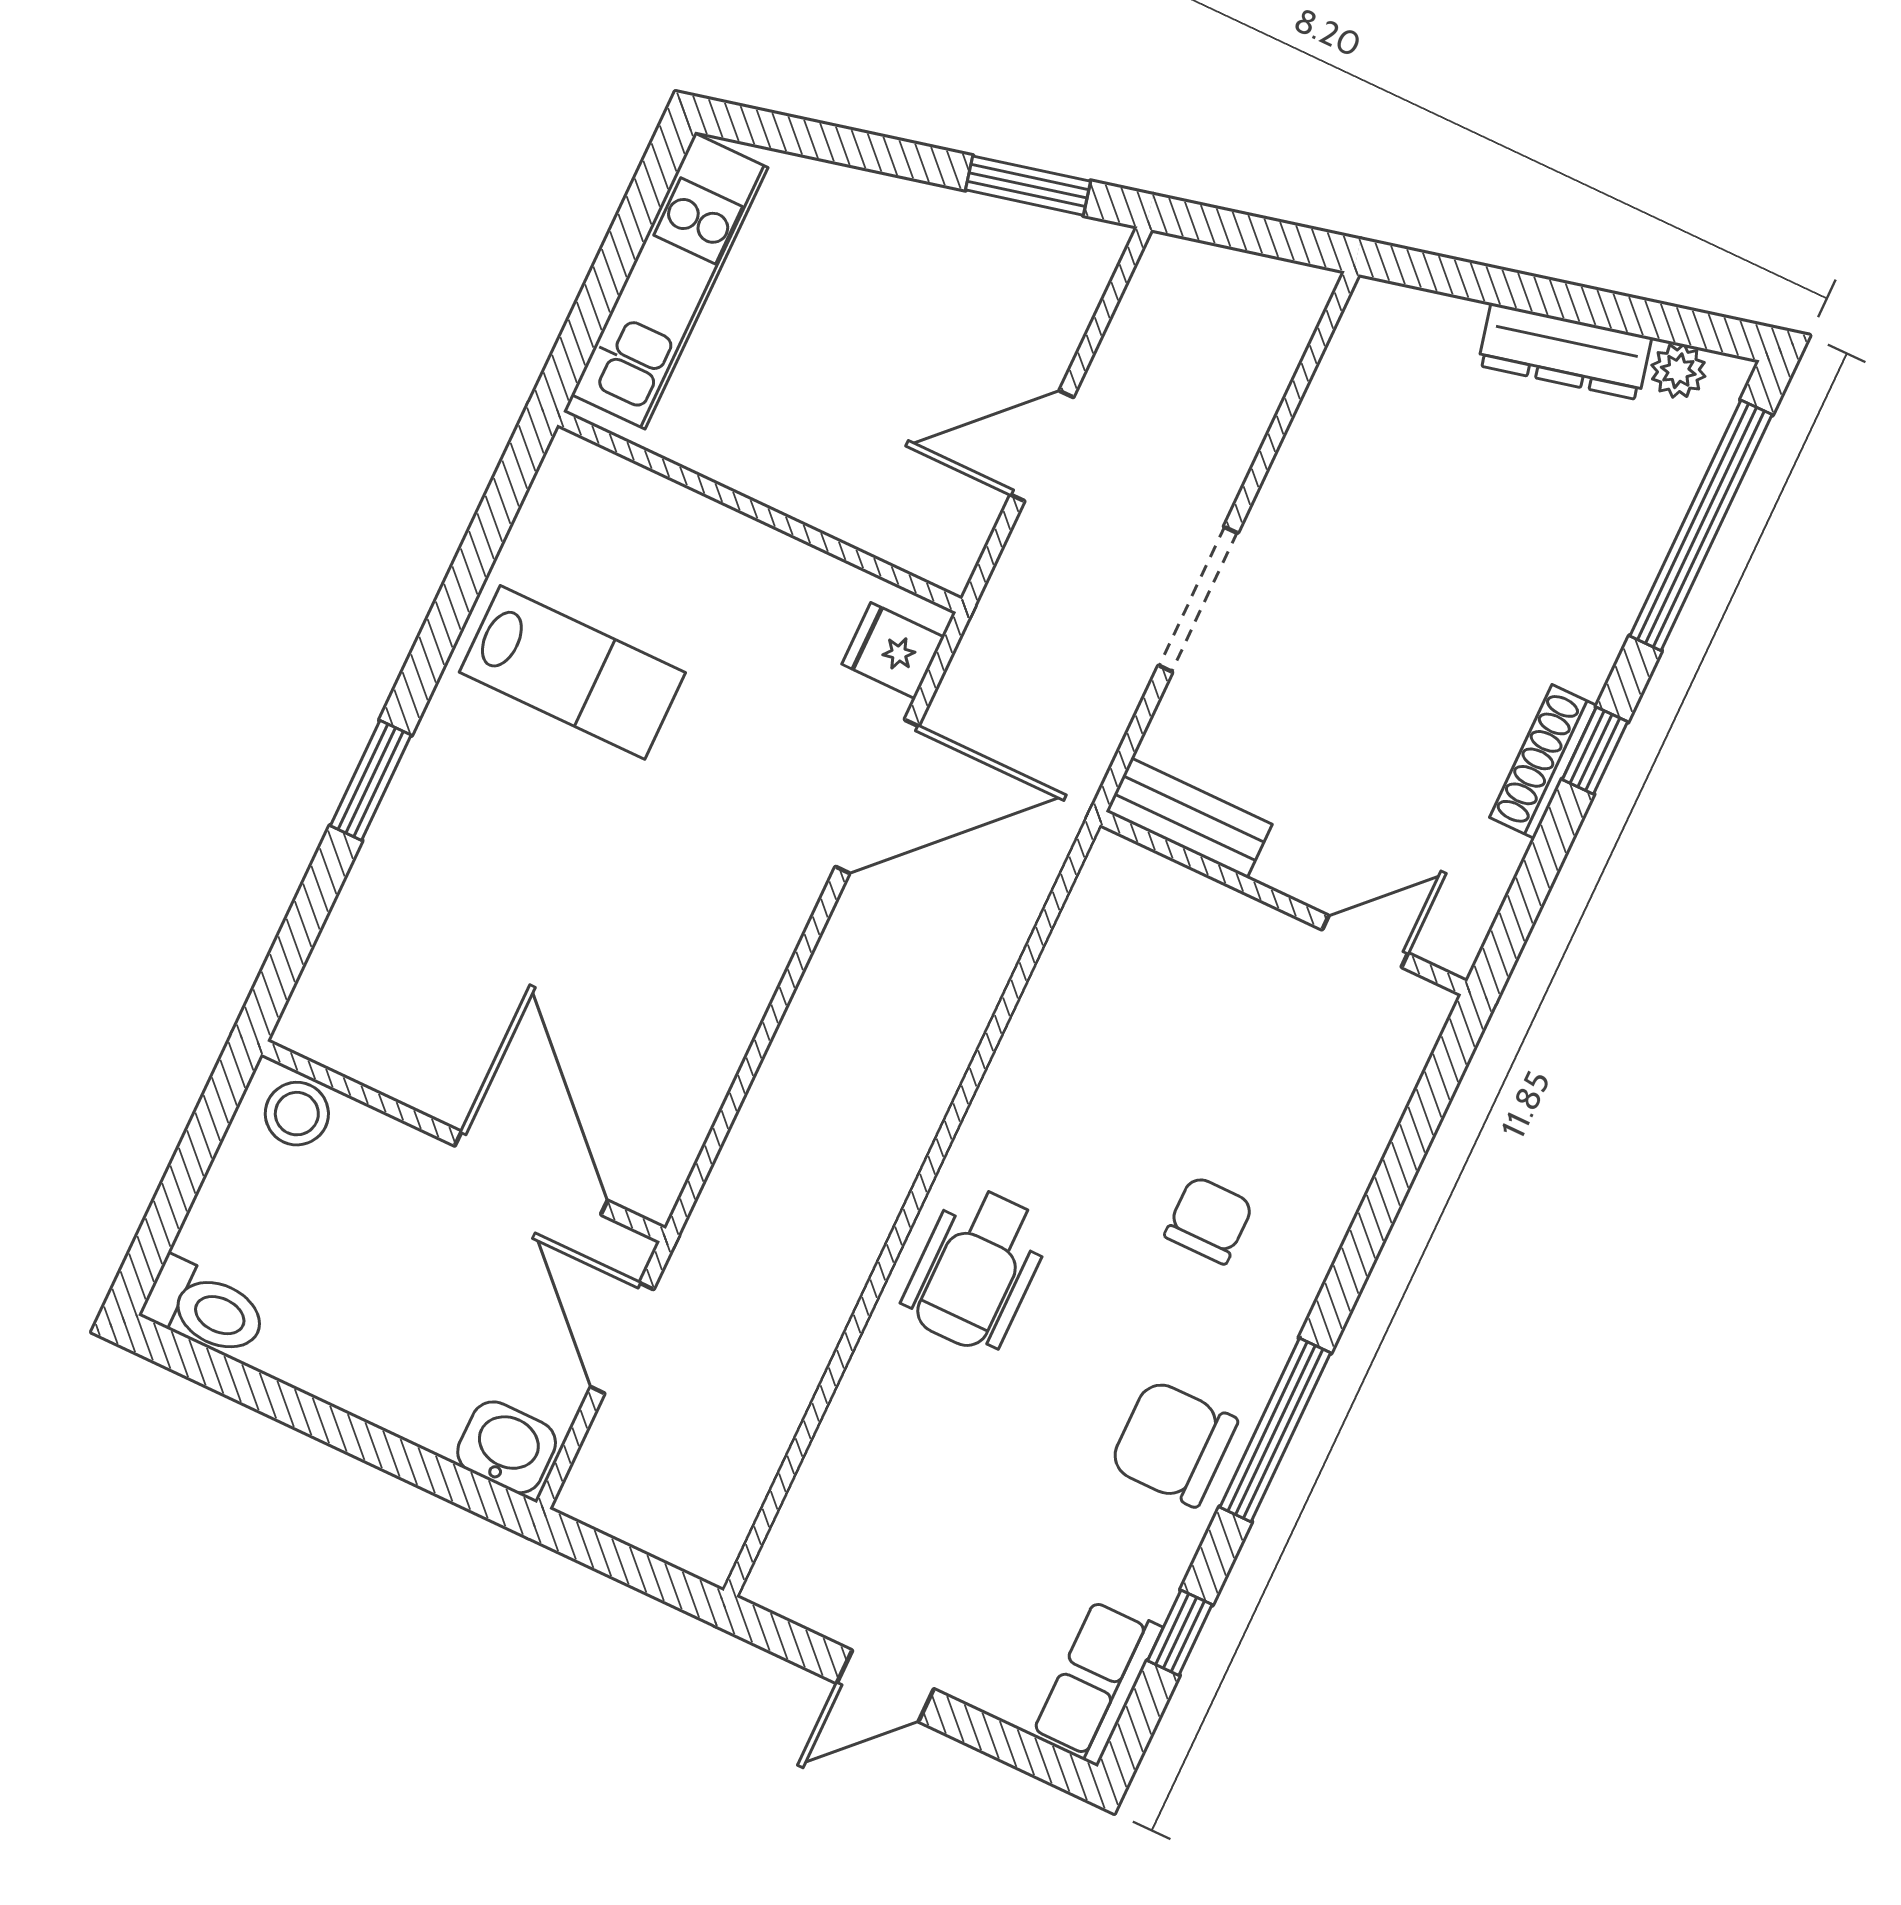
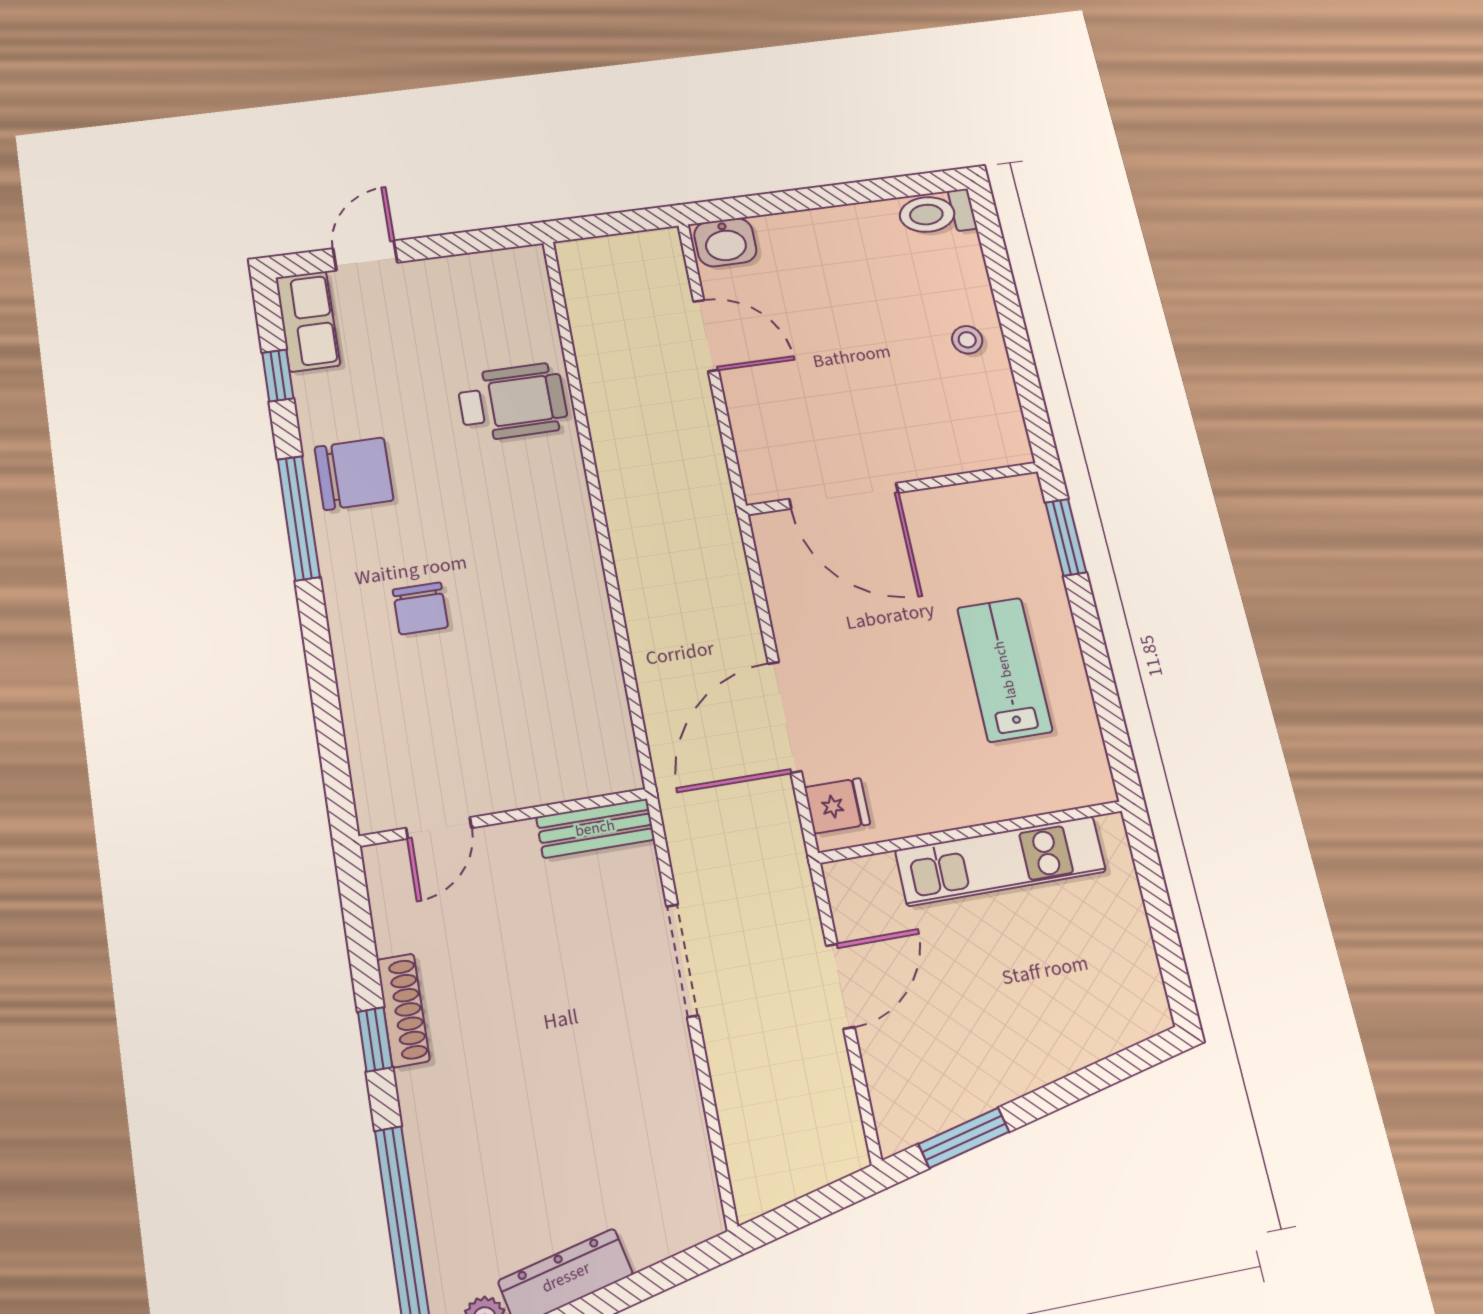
kitchen unit: (670, 281) -> (1001, 861), moved, turned -90
lab bench: (572, 672) -> (1005, 670), turned 90
stool: (297, 1114) -> (967, 340), width x0.73, depth x0.73
wall: (464, 1141) -> (893, 489), moved
door: (531, 1173) -> (844, 496), moved
wheelchair: (976, 1269) -> (513, 402), moved, turned 90
door: (885, 1686) -> (365, 255), moved

